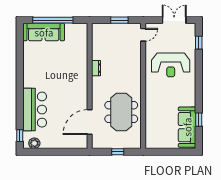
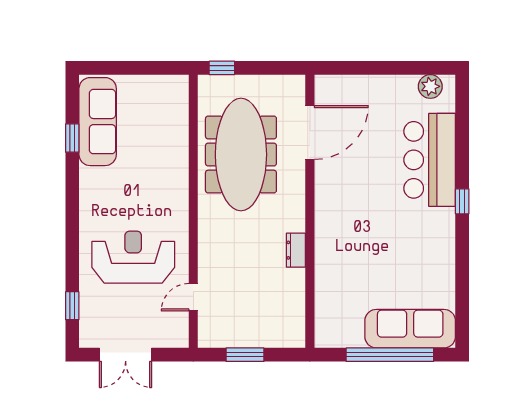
door: (143, 35) -> (193, 297), moved
meeting table: (121, 112) -> (241, 155), width x1.36
window: (20, 136) -> (462, 201), moved
window: (118, 152) -> (222, 68), moved

